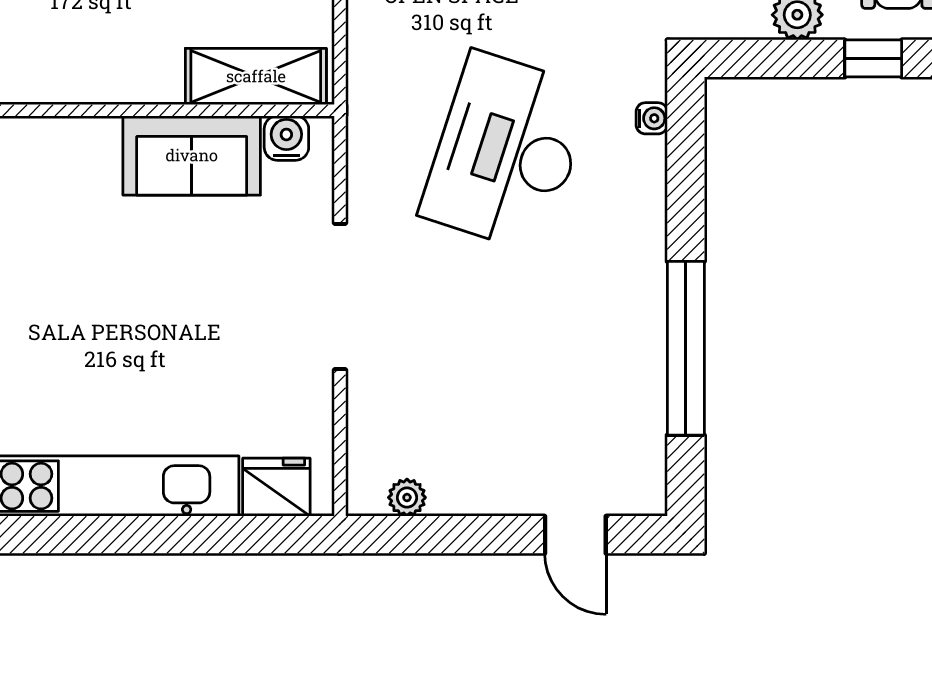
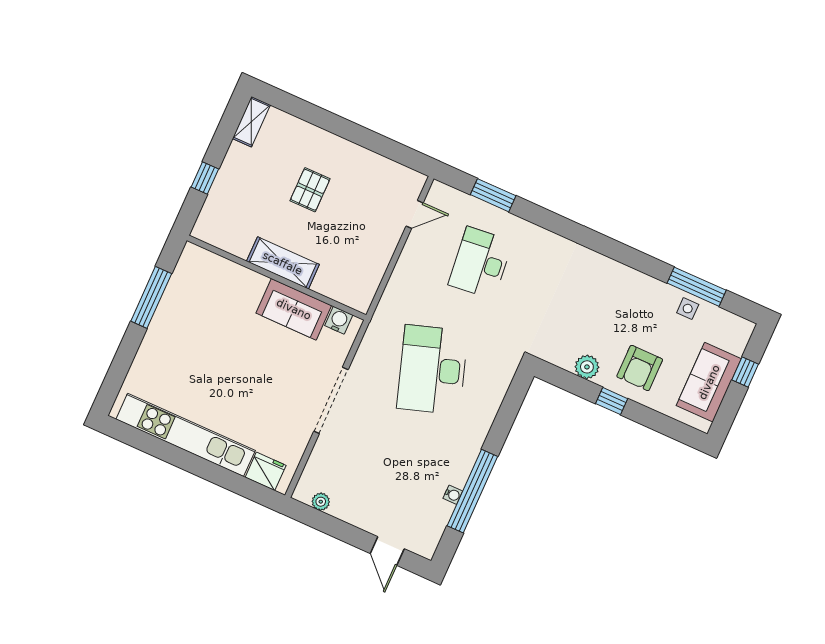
shelving: (256, 76) -> (283, 263), moved
water cooler: (652, 118) -> (453, 495), moved
desk: (506, 152) -> (432, 370), turned -36

